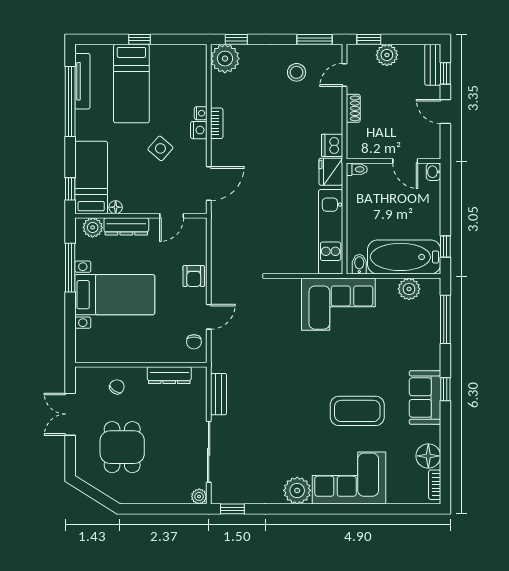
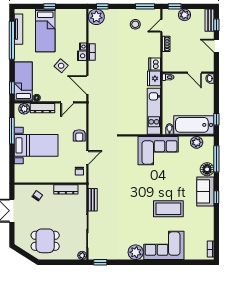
door: (209, 184) -> (87, 85), swing flipped
sofa: (425, 398) -> (205, 191), moved
dining table: (122, 447) -> (45, 241), moved, turned 90
floor lamp: (428, 456) -> (207, 169), moved

